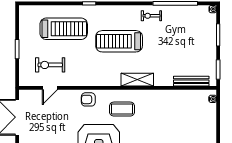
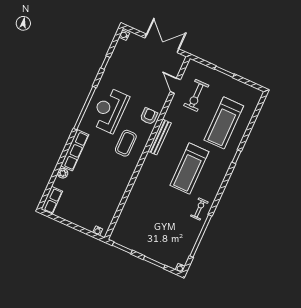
treadmill: (119, 41) -> (189, 169), turned 180
exercise bike: (50, 65) -> (196, 95), turned 180
shelving: (137, 80) -> (147, 169), removed
bench: (191, 81) -> (160, 137), moved

